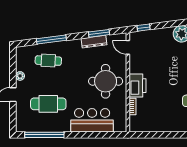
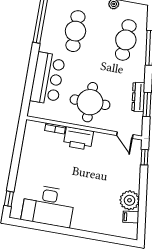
door: (128, 47) -> (125, 135), swing flipped
cafe table: (48, 61) -> (126, 40), width x1.37, depth x1.35

